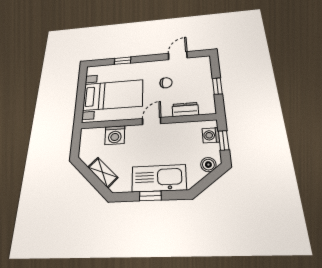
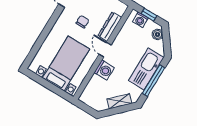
window: (123, 61) -> (41, 40), removed
dresser: (185, 110) -> (110, 27), width x1.44
washing machine: (115, 135) -> (104, 70), moved
window: (150, 196) -> (153, 81), width x2.17

